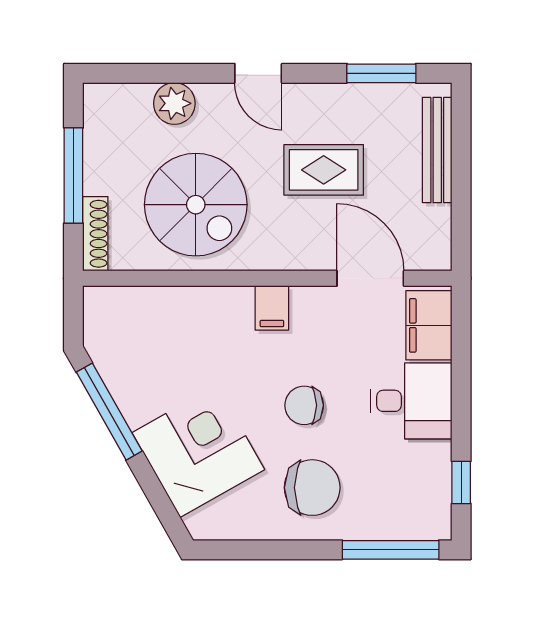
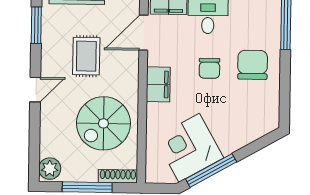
plant: (174, 103) -> (50, 169), moved
spiral stairs: (196, 205) -> (103, 123), turned 180
filing cabinet: (272, 308) -> (158, 84), width x2.00
corner desk: (198, 451) -> (189, 148), moved

